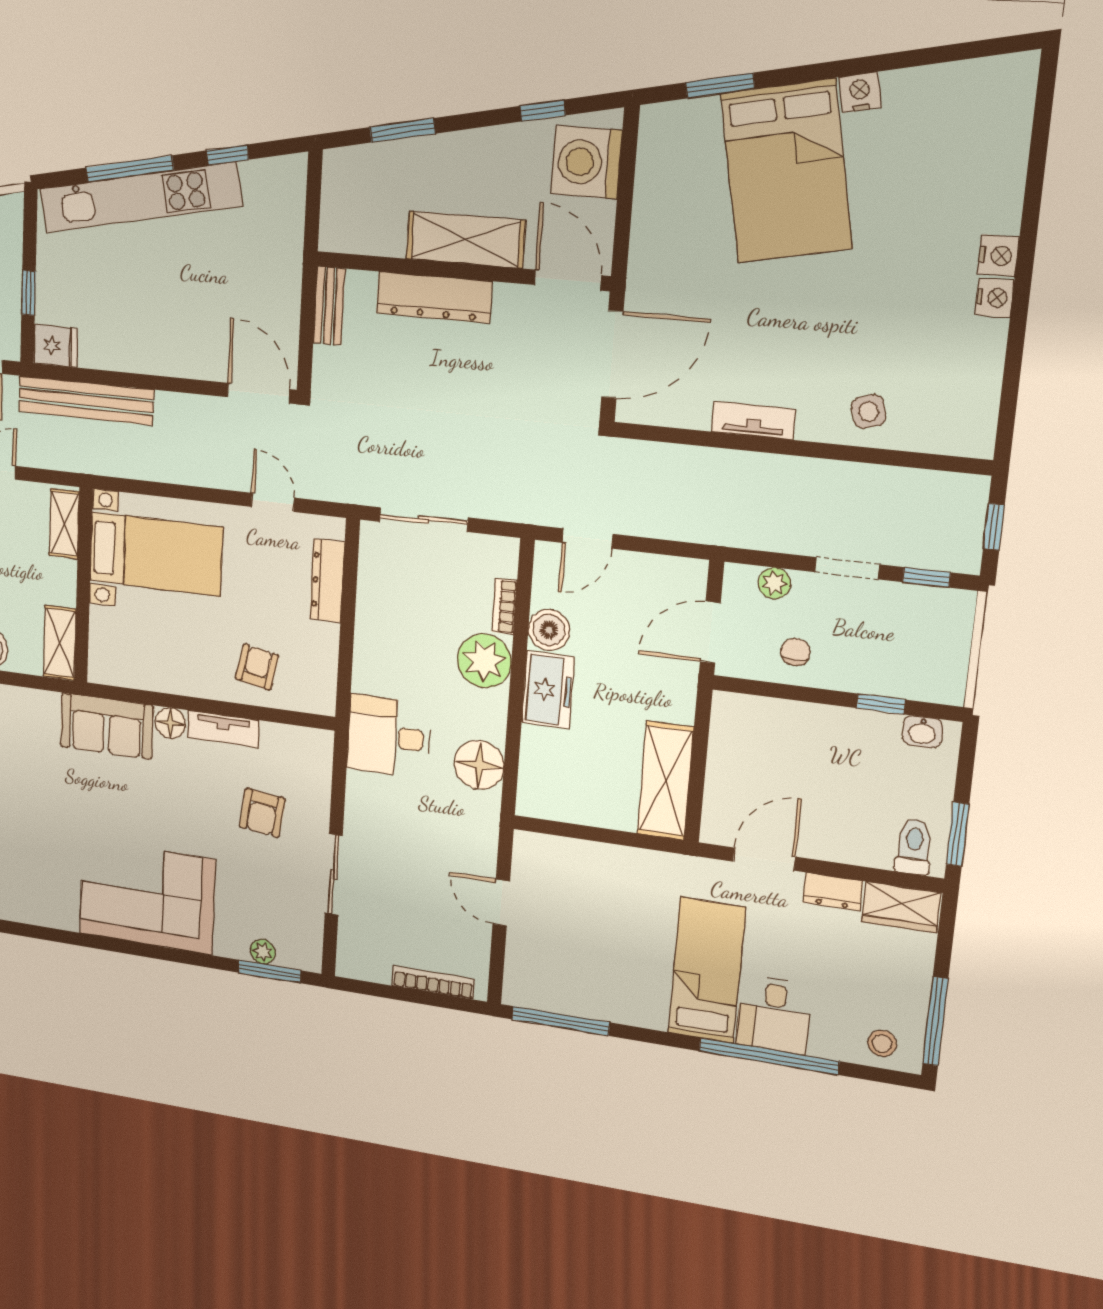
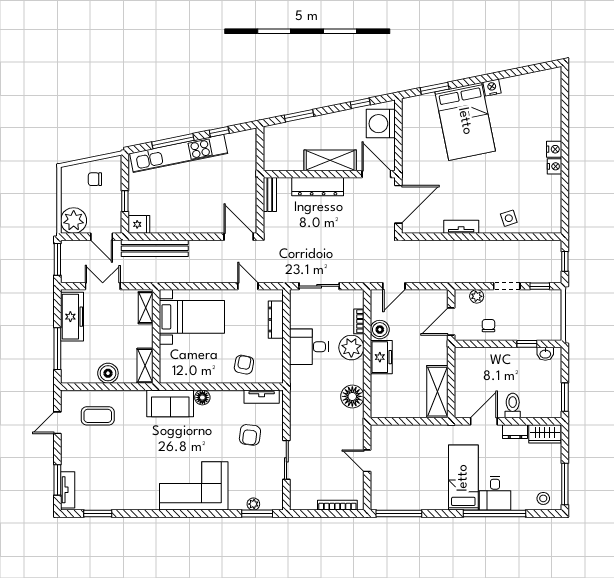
tv unit: (223, 729) -> (262, 397), moved
desk: (389, 737) -> (309, 347), moved
toilet: (914, 847) -> (513, 406), moved

